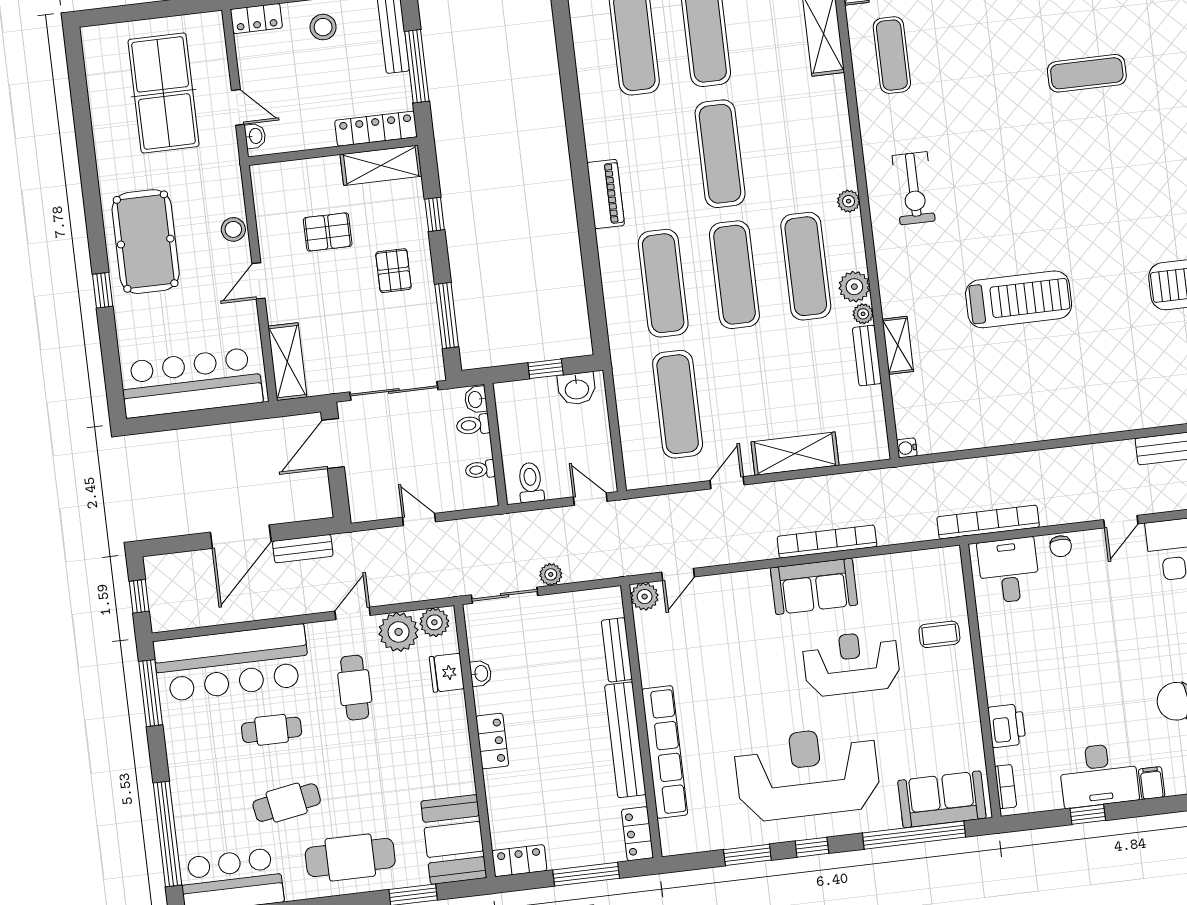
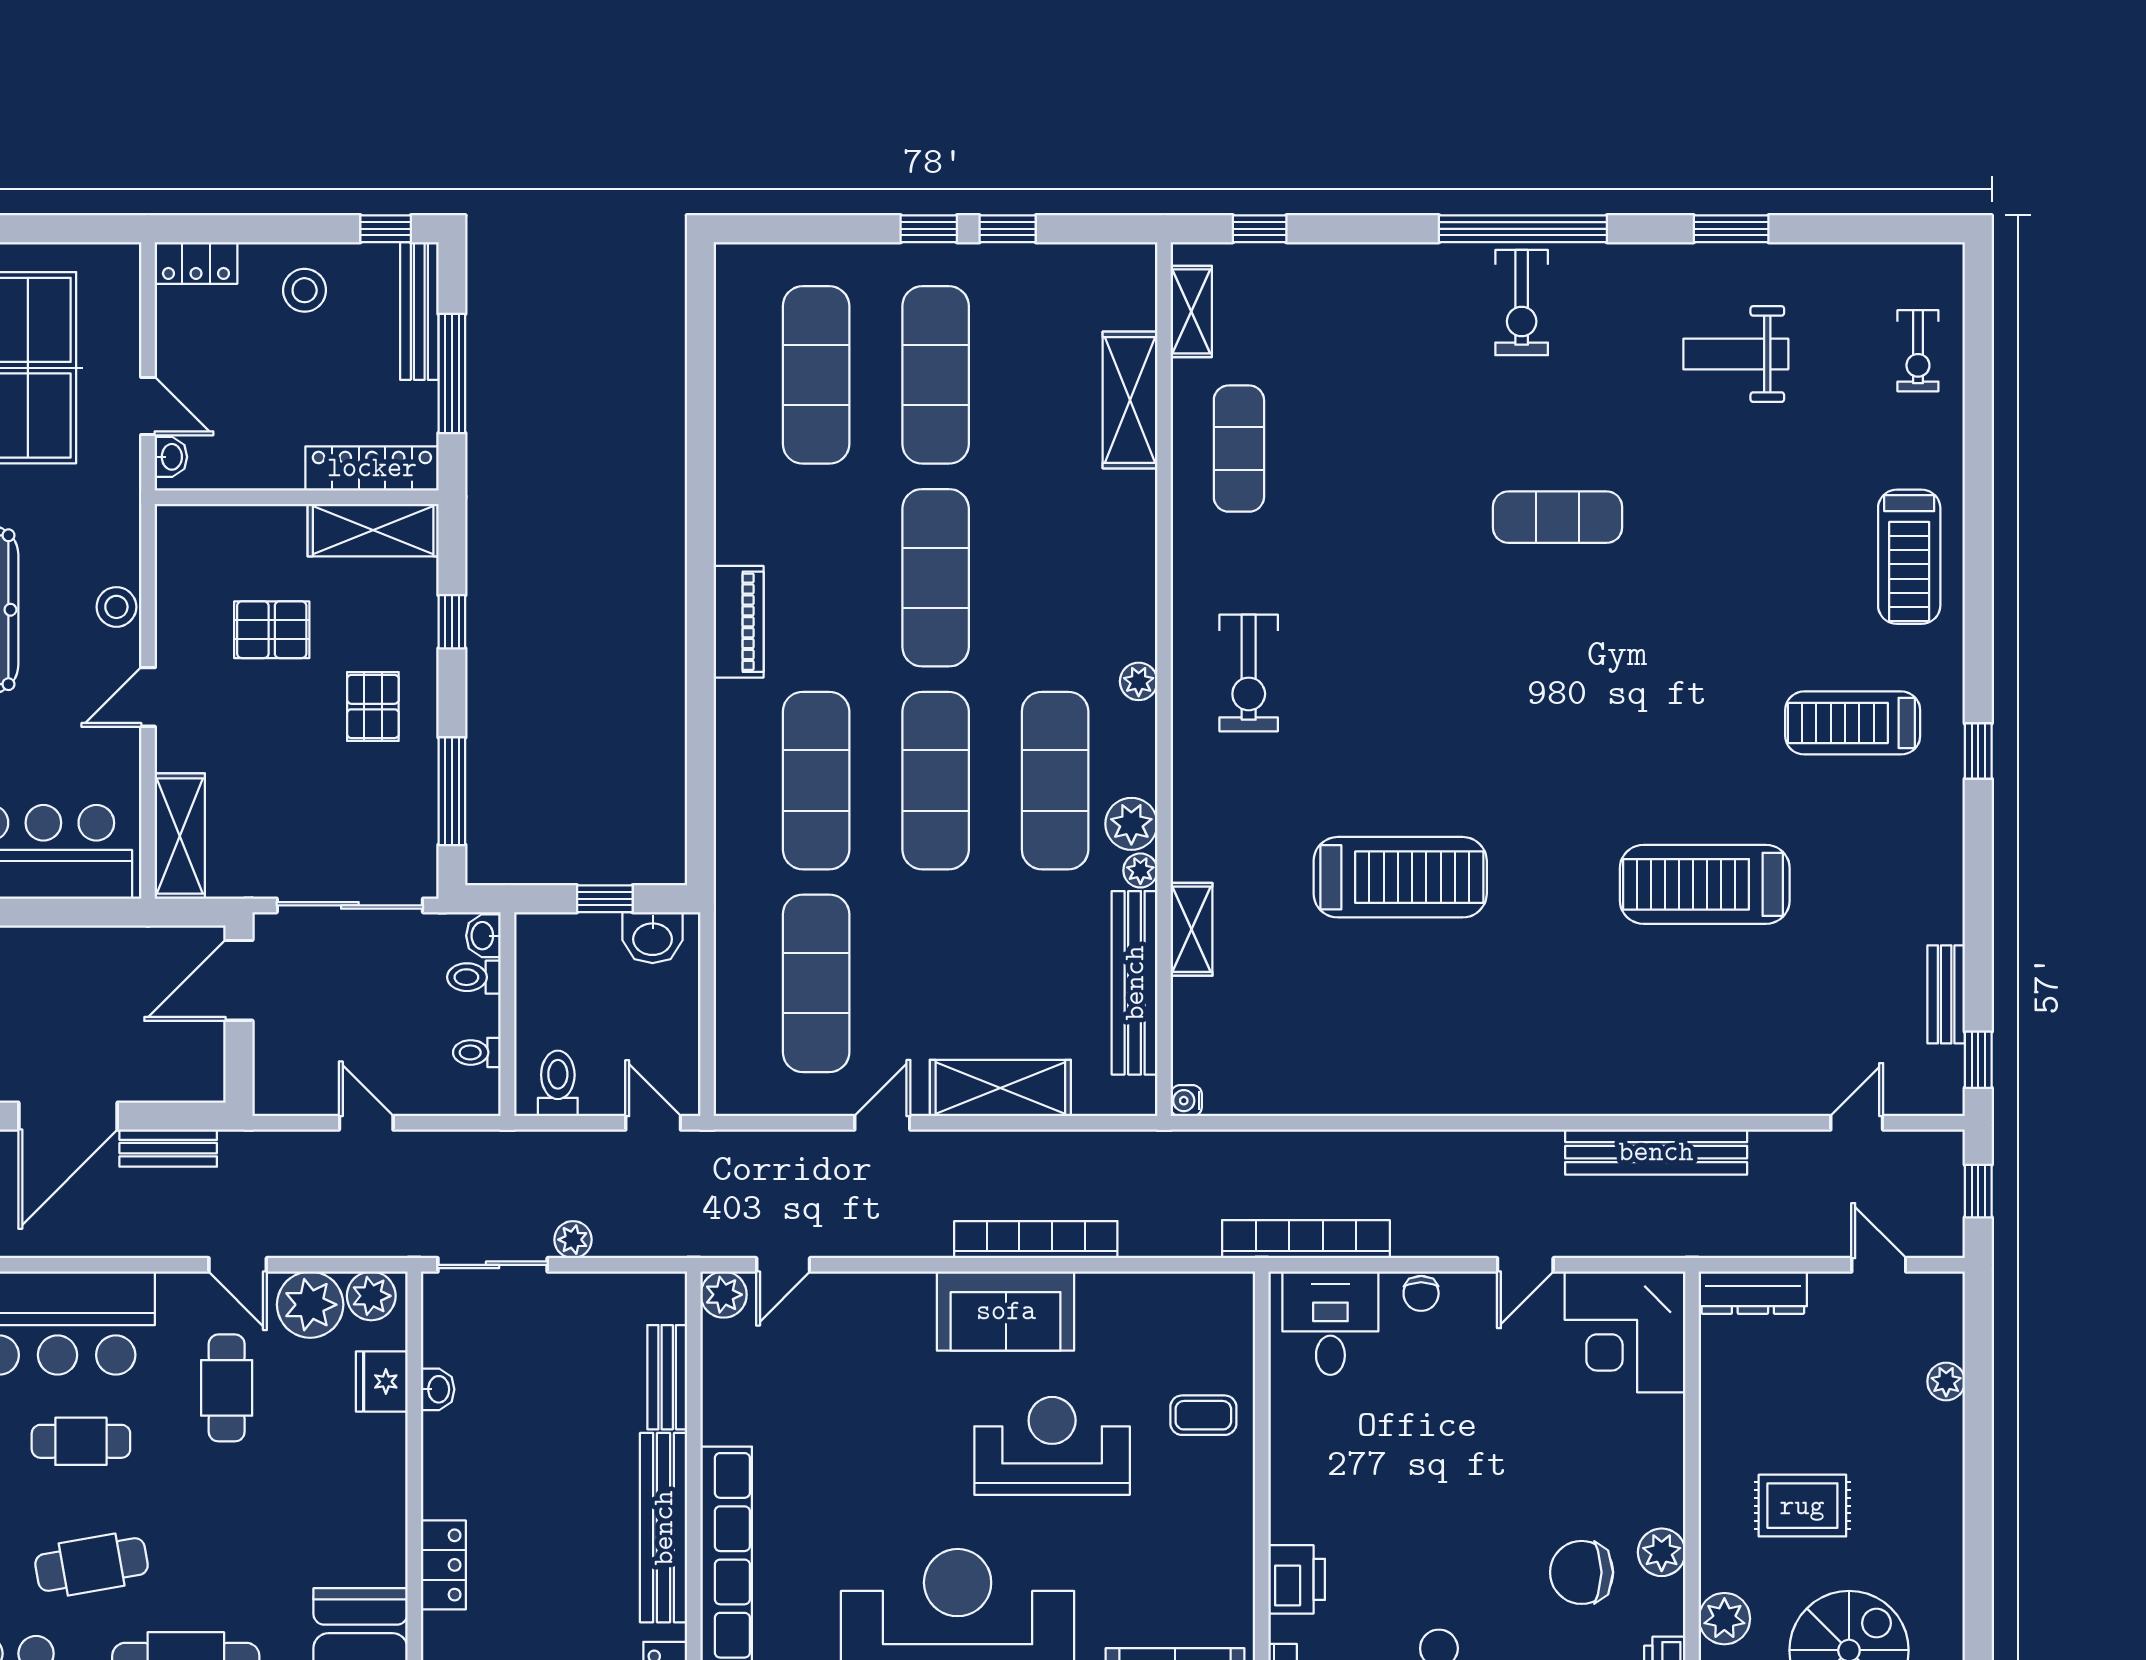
bench: (867, 356) -> (1135, 983), width x1.86, depth x1.21
door: (353, 613) -> (238, 1265), swing flipped
locker: (492, 741) -> (443, 1565), moved

